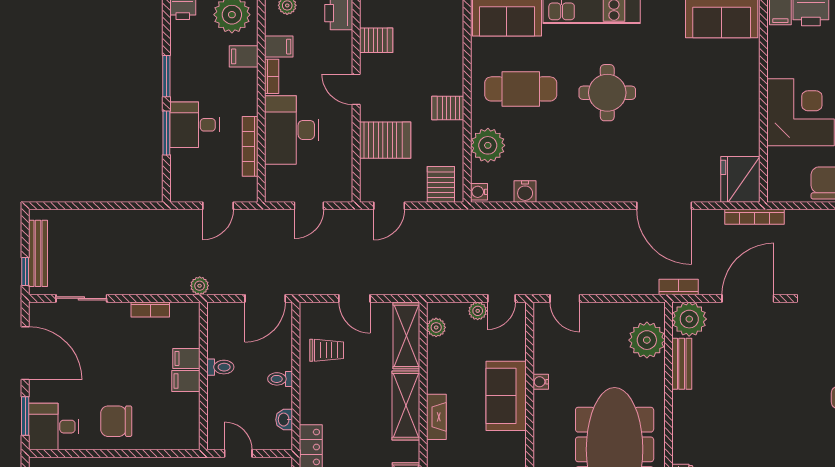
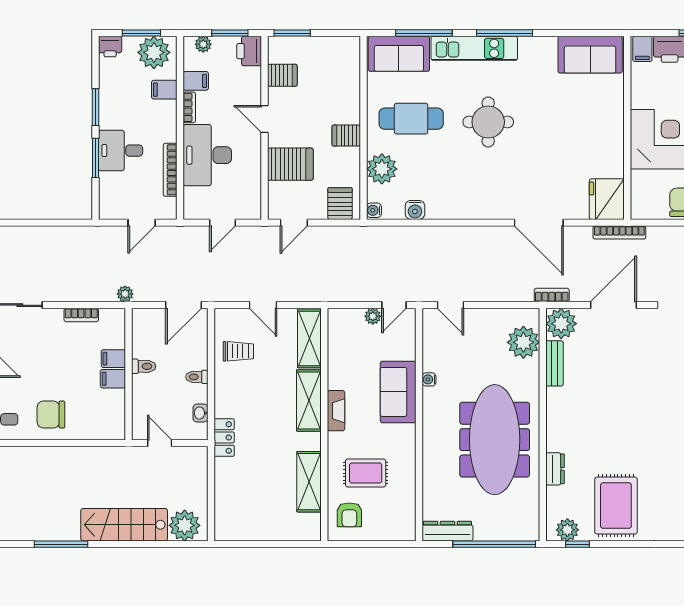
plant: (436, 327) -> (336, 331), removed

